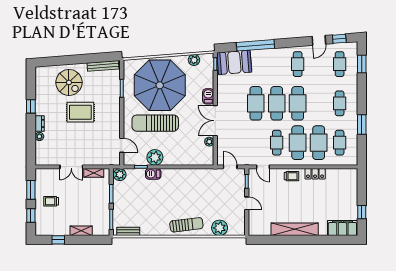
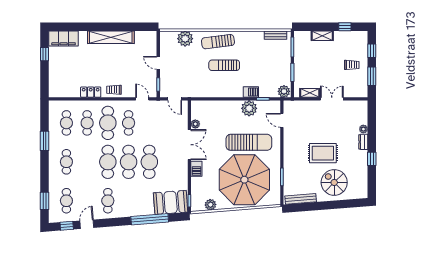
cafe table: (319, 143) -> (87, 123), width x0.73, depth x0.74
sun lounger: (180, 201) -> (224, 65), added

